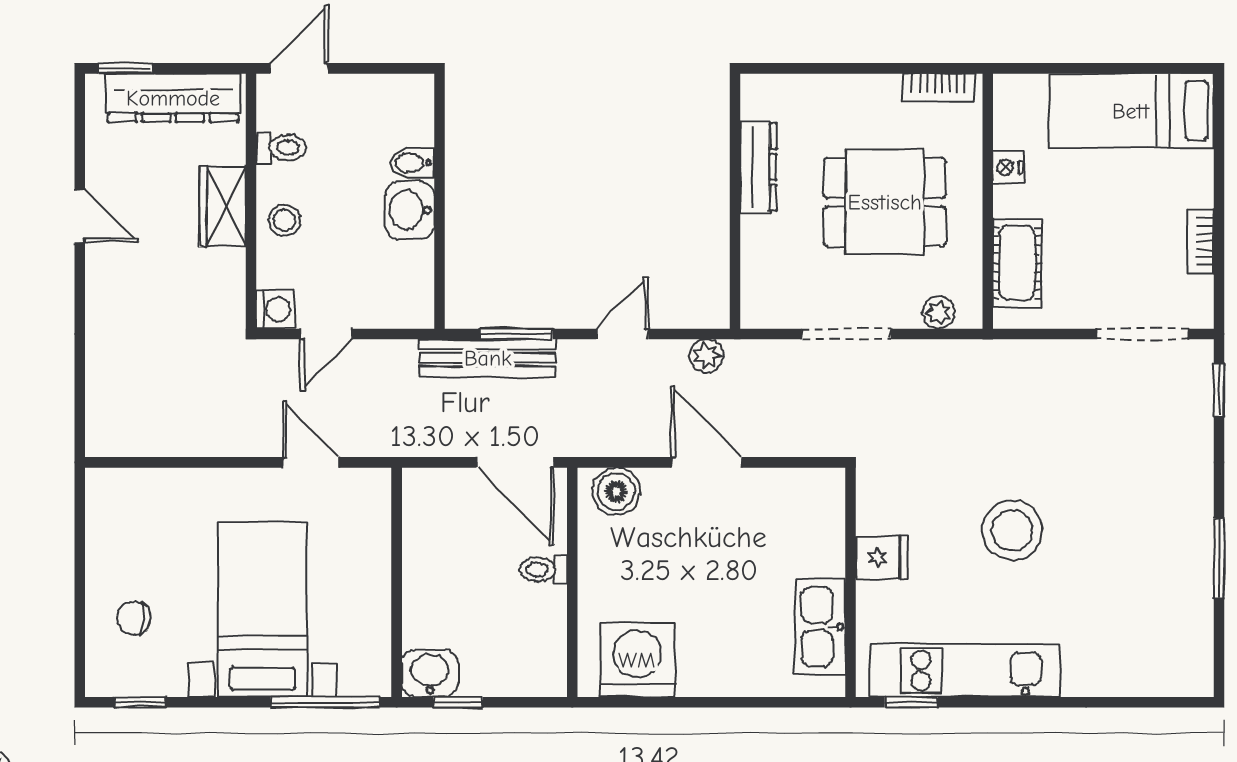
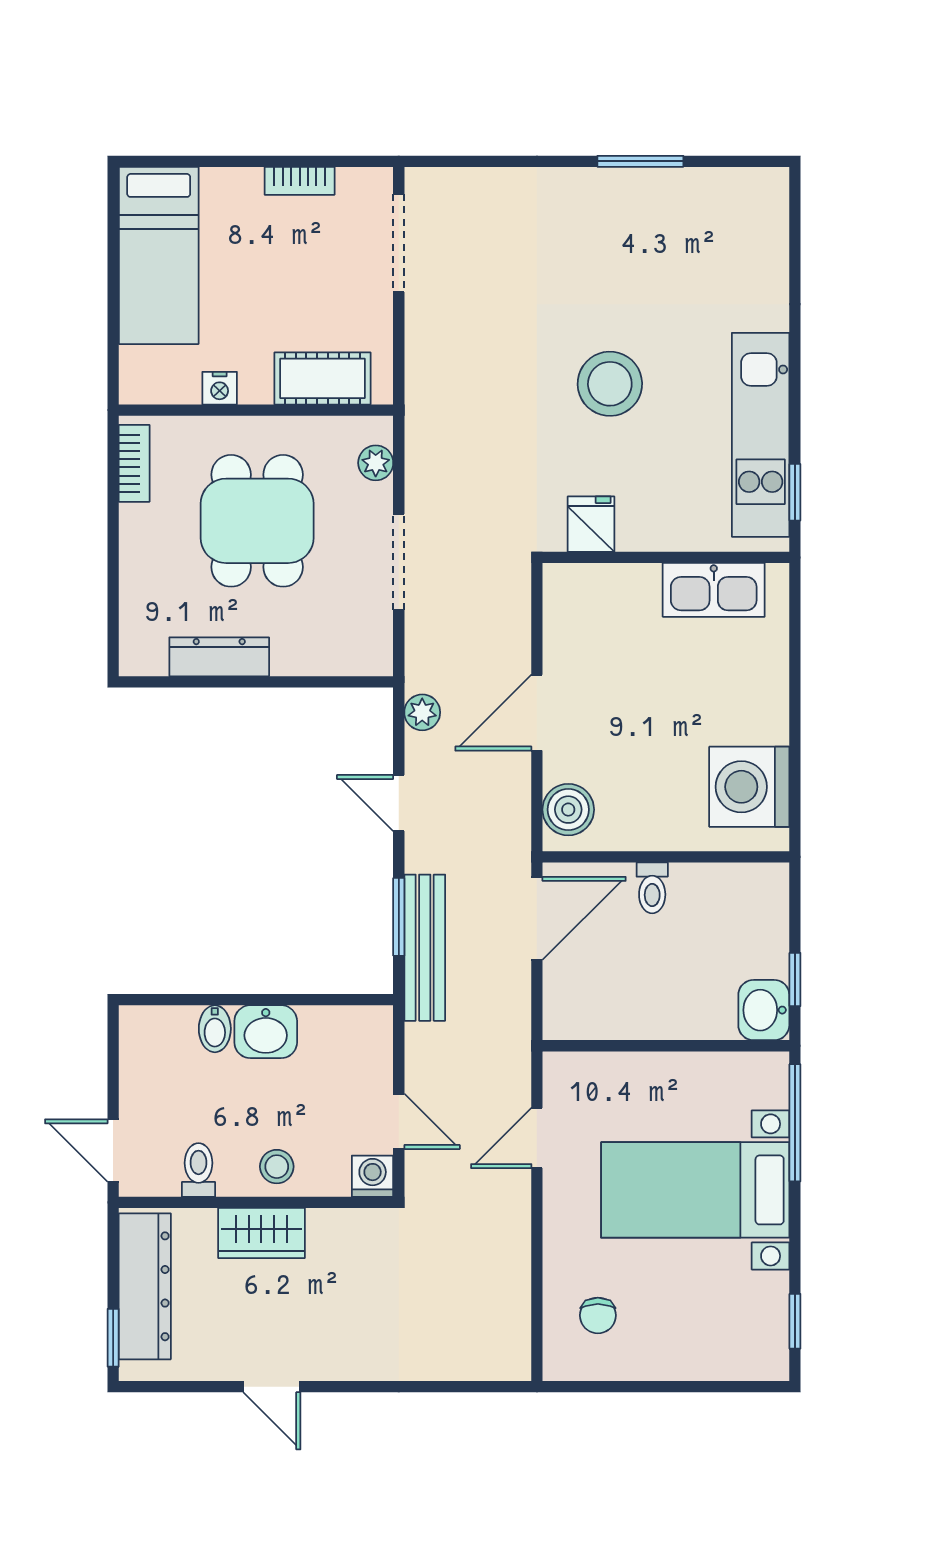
door: (80, 216) -> (272, 1387), swing flipped
window: (1219, 390) -> (459, 161), removed
fridge: (882, 557) -> (591, 524), moved
chair: (134, 618) -> (598, 1315), moved

